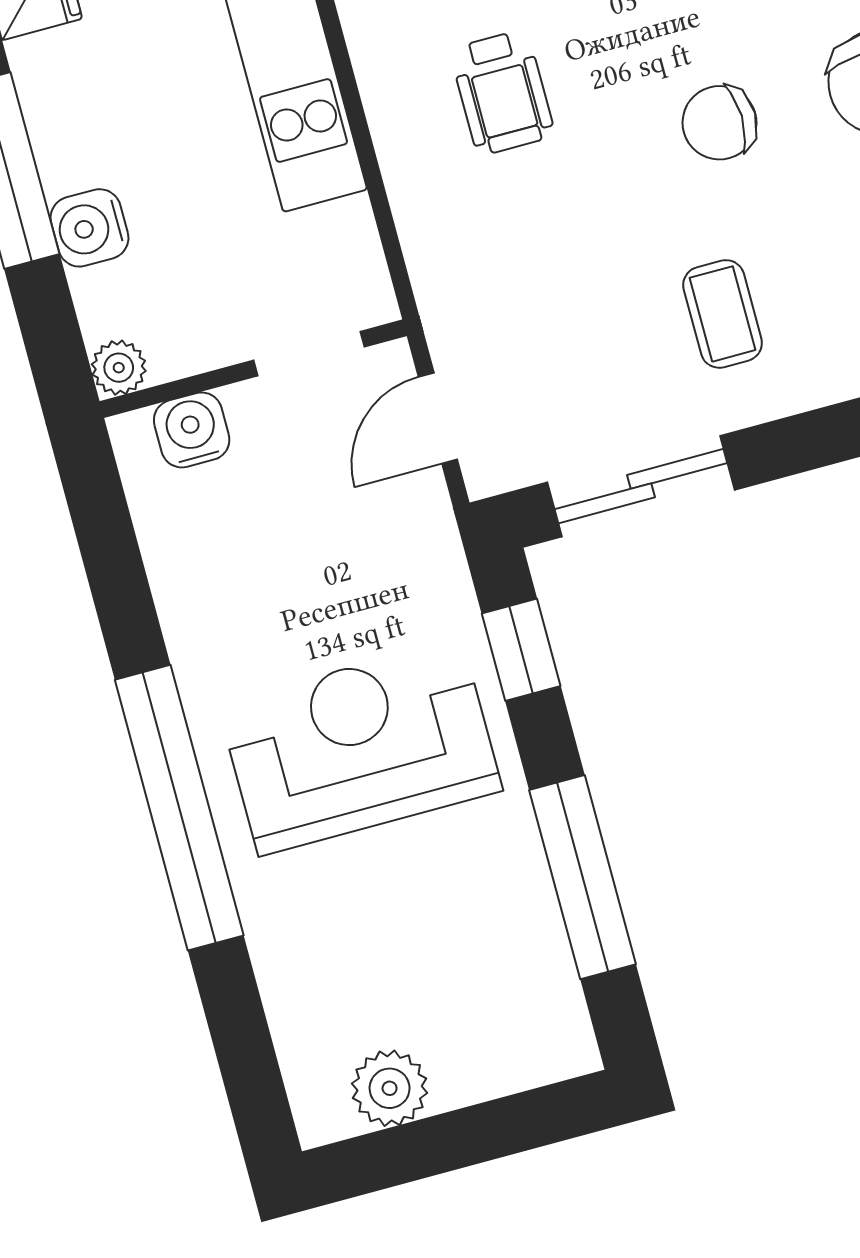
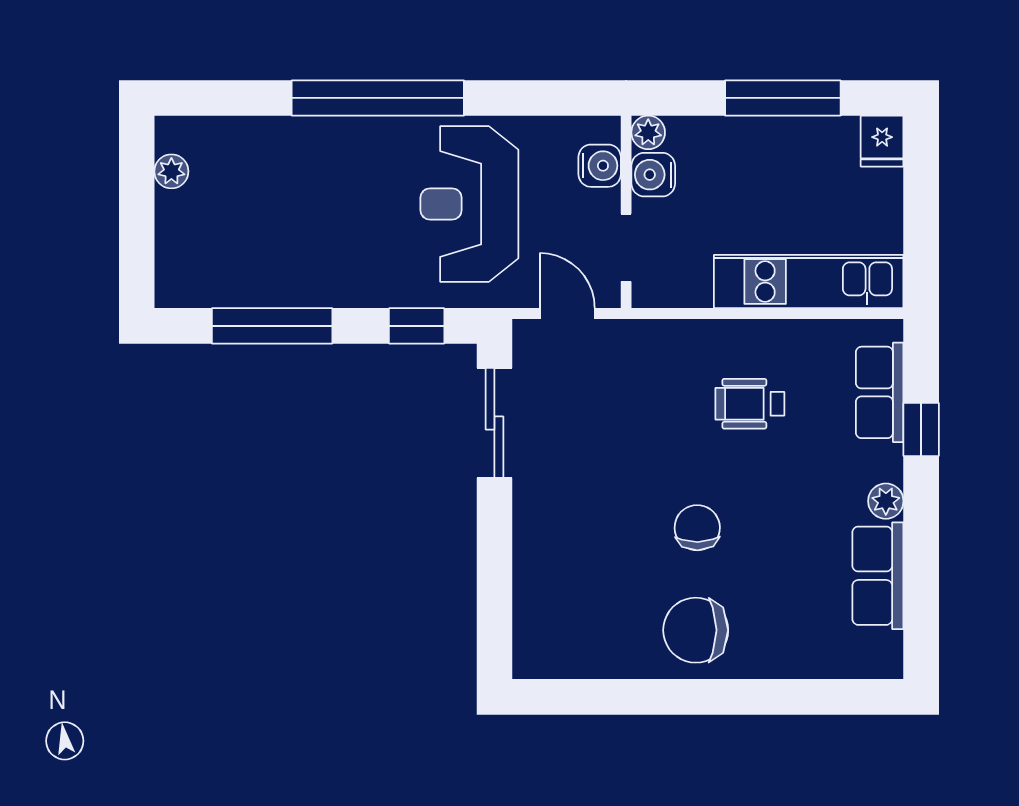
water cooler: (90, 228) -> (653, 175), moved, turned -90
coffee table: (723, 314) -> (583, 499), removed
reception desk: (360, 747) -> (469, 204), moved, turned 180
plant: (390, 1088) -> (171, 171), width x0.73, depth x0.73

